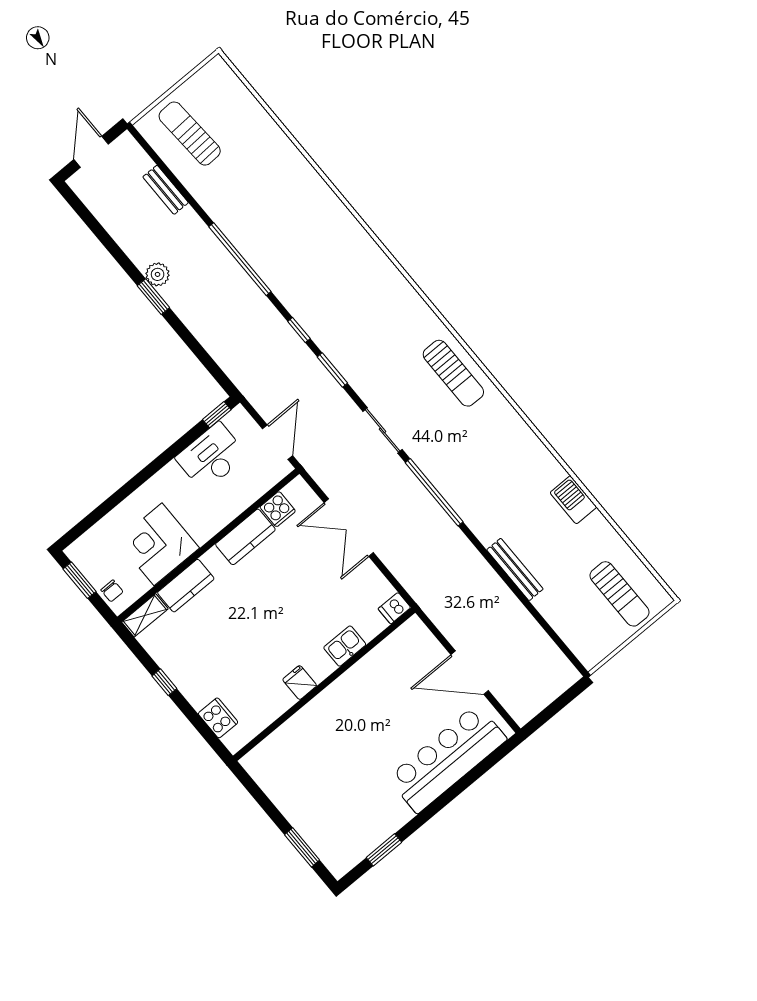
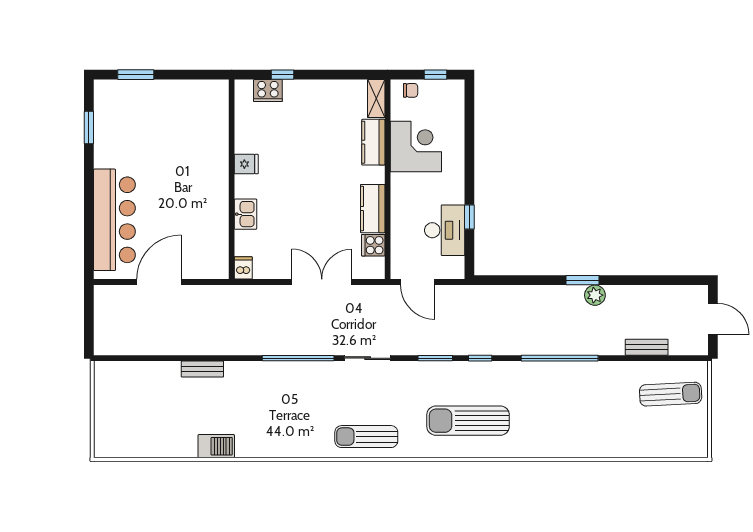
window: (217, 415) -> (469, 217), moved
bench: (515, 569) -> (202, 369), width x0.73
window: (80, 580) -> (435, 75), width x0.67
chair: (112, 591) -> (411, 90), turned 180
sun lounger: (620, 594) -> (468, 421), moved, width x1.36, depth x1.34
window: (164, 682) -> (283, 75), moved

